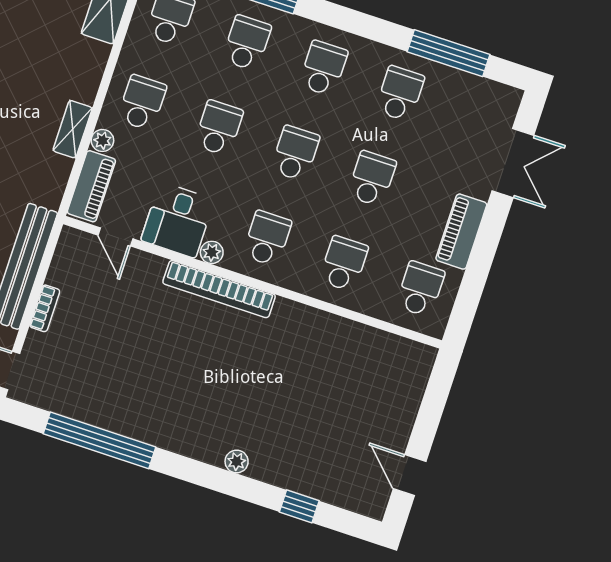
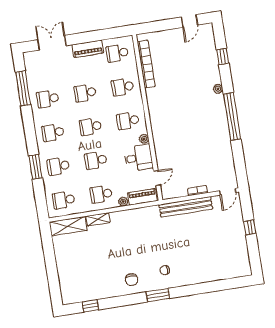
shelving: (73, 129) -> (98, 219), moved
bookcase: (219, 289) -> (146, 64), moved
window: (99, 440) -> (232, 116), moved

